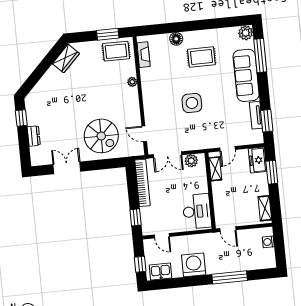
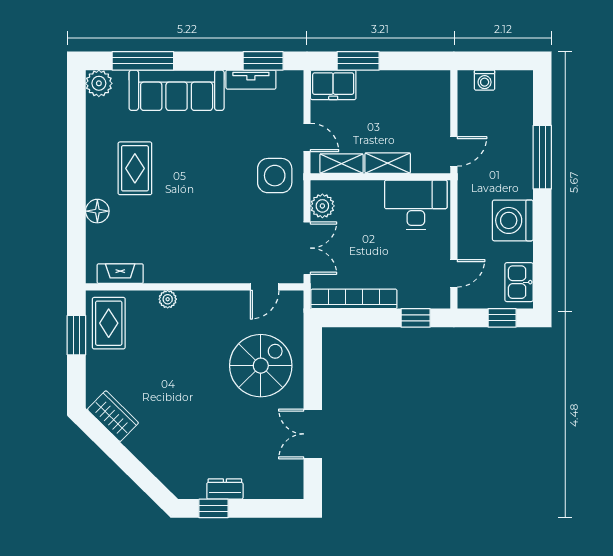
side table: (192, 103) -> (275, 176), moved
dresser: (34, 136) -> (225, 489), moved
shelving: (265, 208) -> (388, 163), moved

